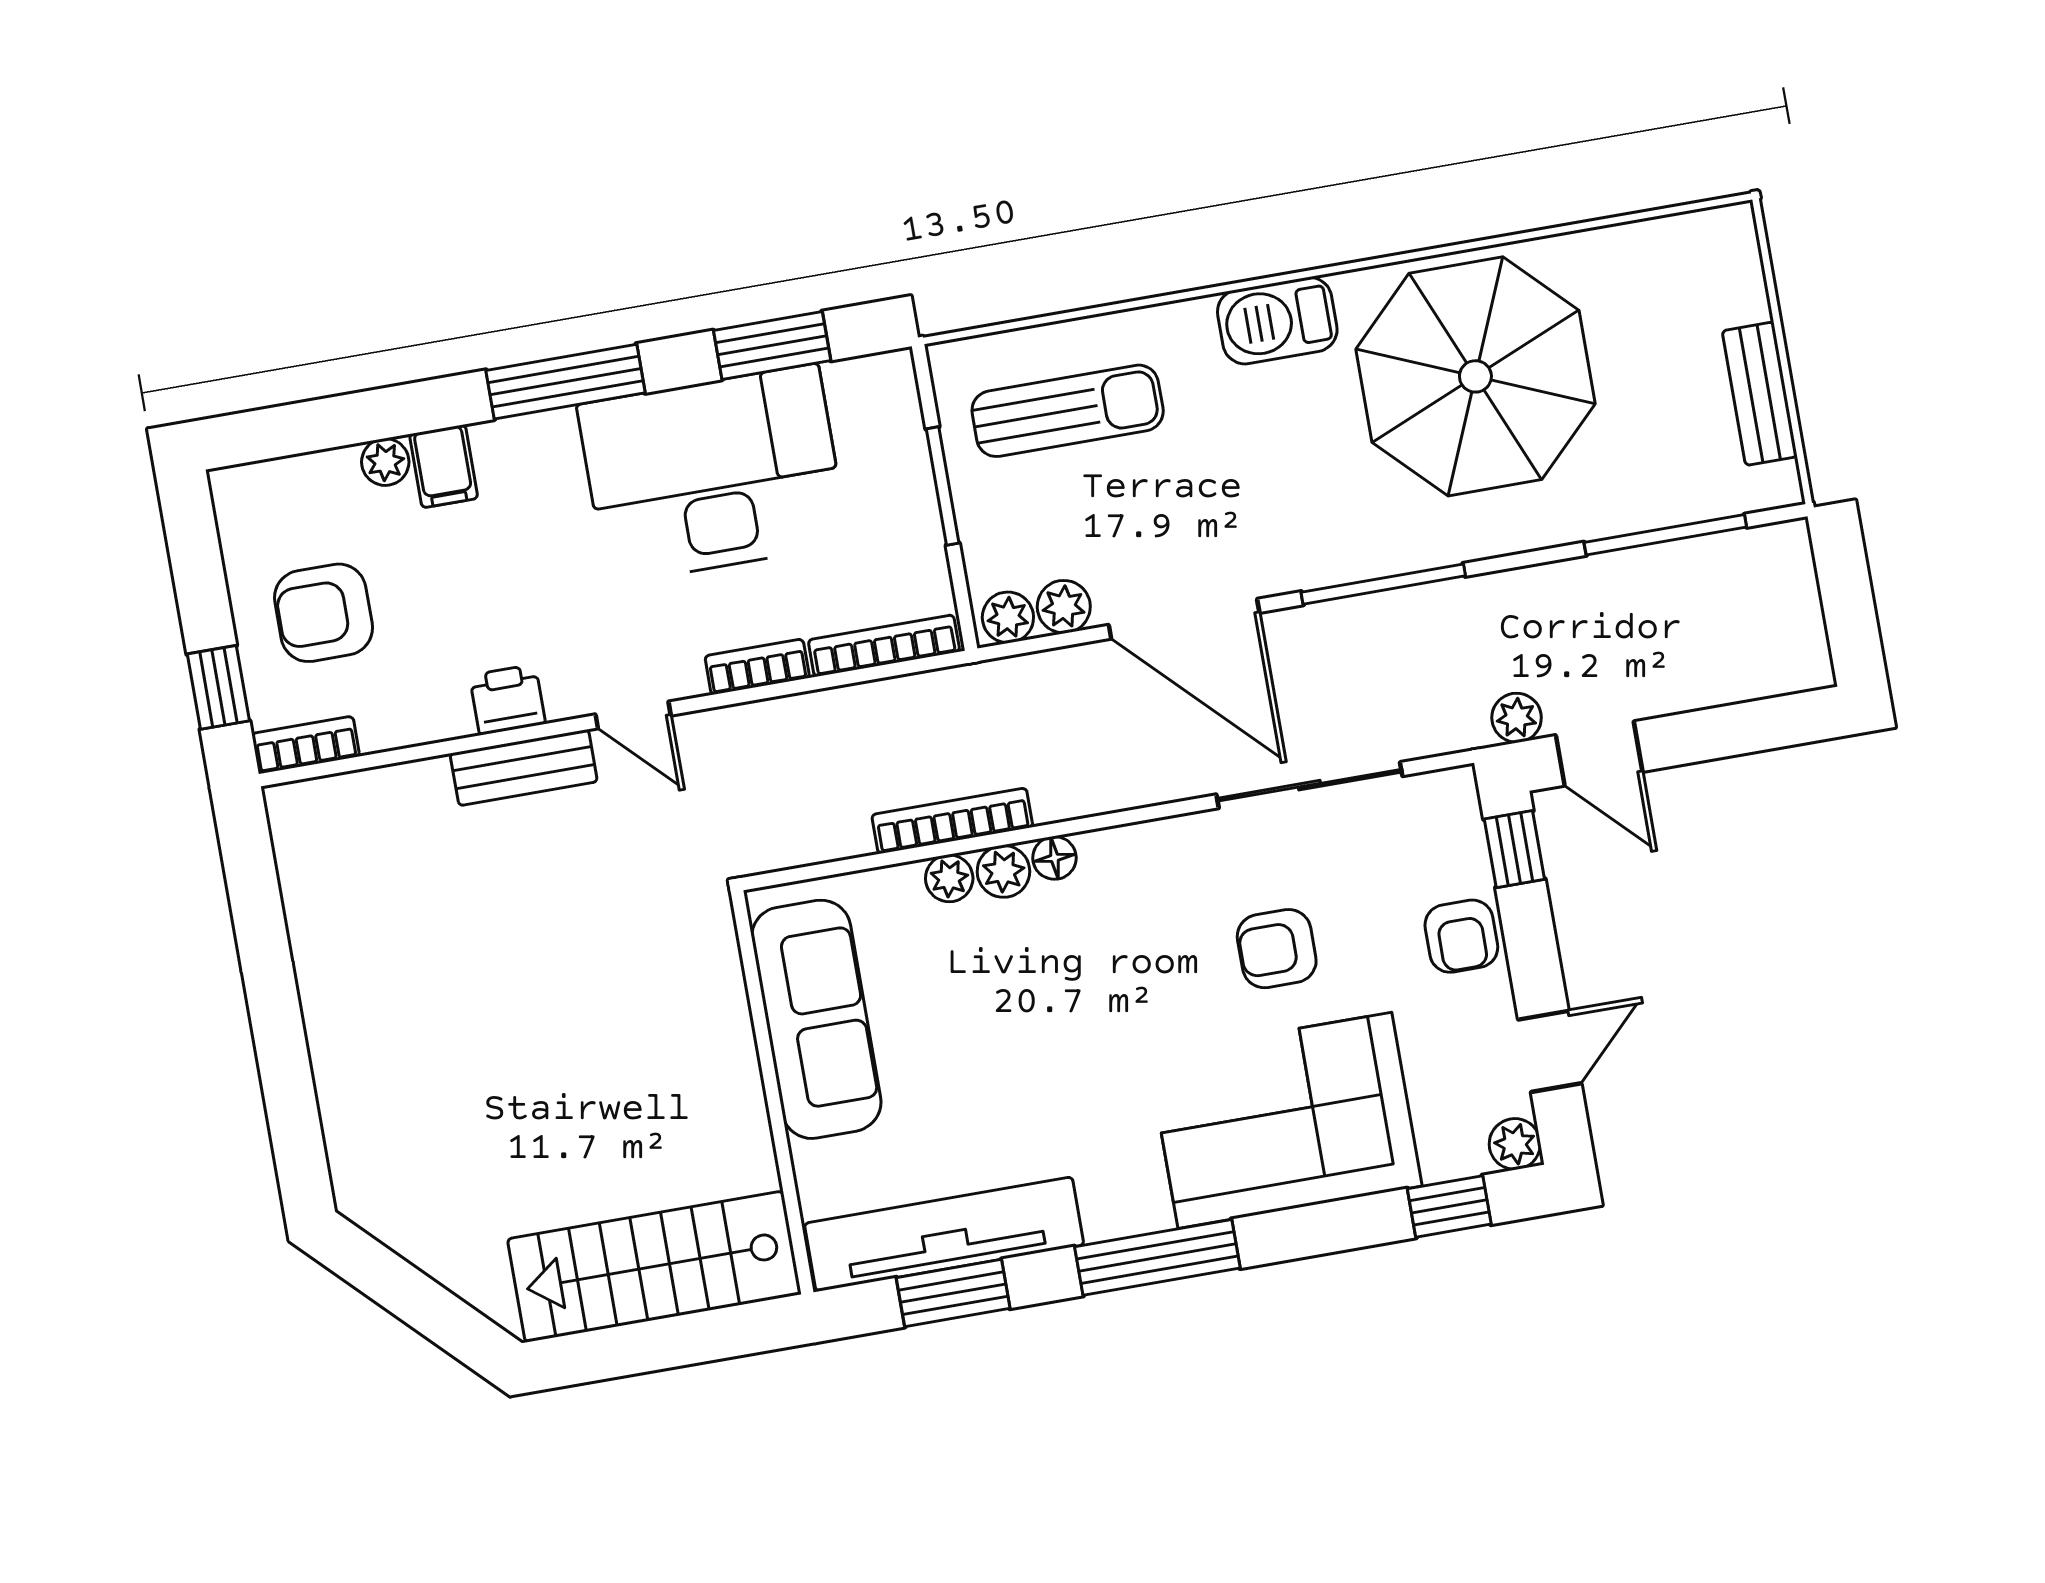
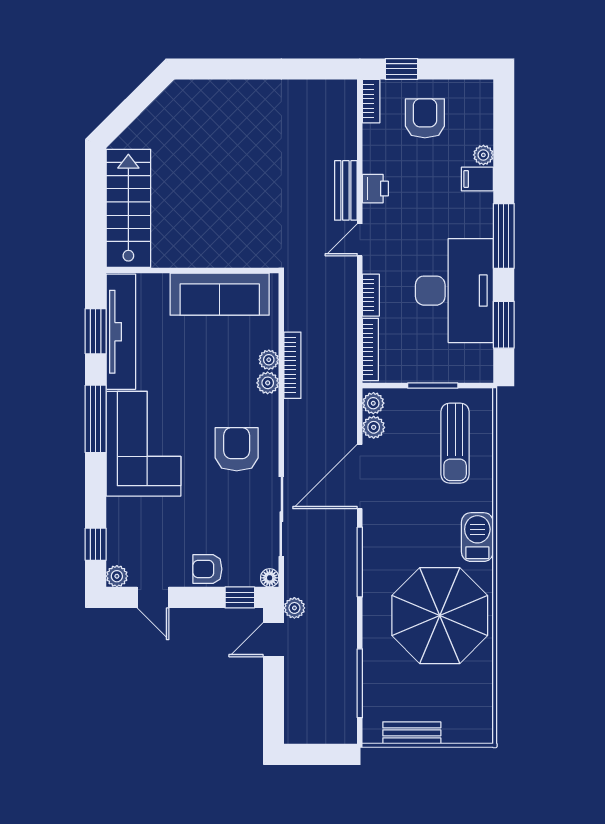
floor lamp: (1054, 858) -> (270, 578), moved
armchair: (1277, 949) -> (237, 449), moved, width x1.38, depth x1.38
corner sofa: (1285, 1120) -> (143, 444), moved

